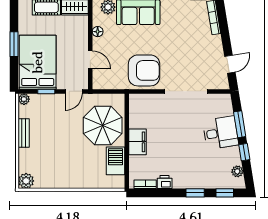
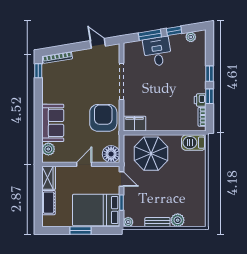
floor lamp: (98, 32) -> (111, 154), moved, width x1.89, depth x1.89
door: (90, 60) -> (84, 164), moved
filing cabinet: (137, 142) -> (134, 124), moved
barbecue: (115, 161) -> (194, 143), moved
plant: (26, 181) -> (178, 220), moved
window: (225, 193) -> (209, 96), moved

